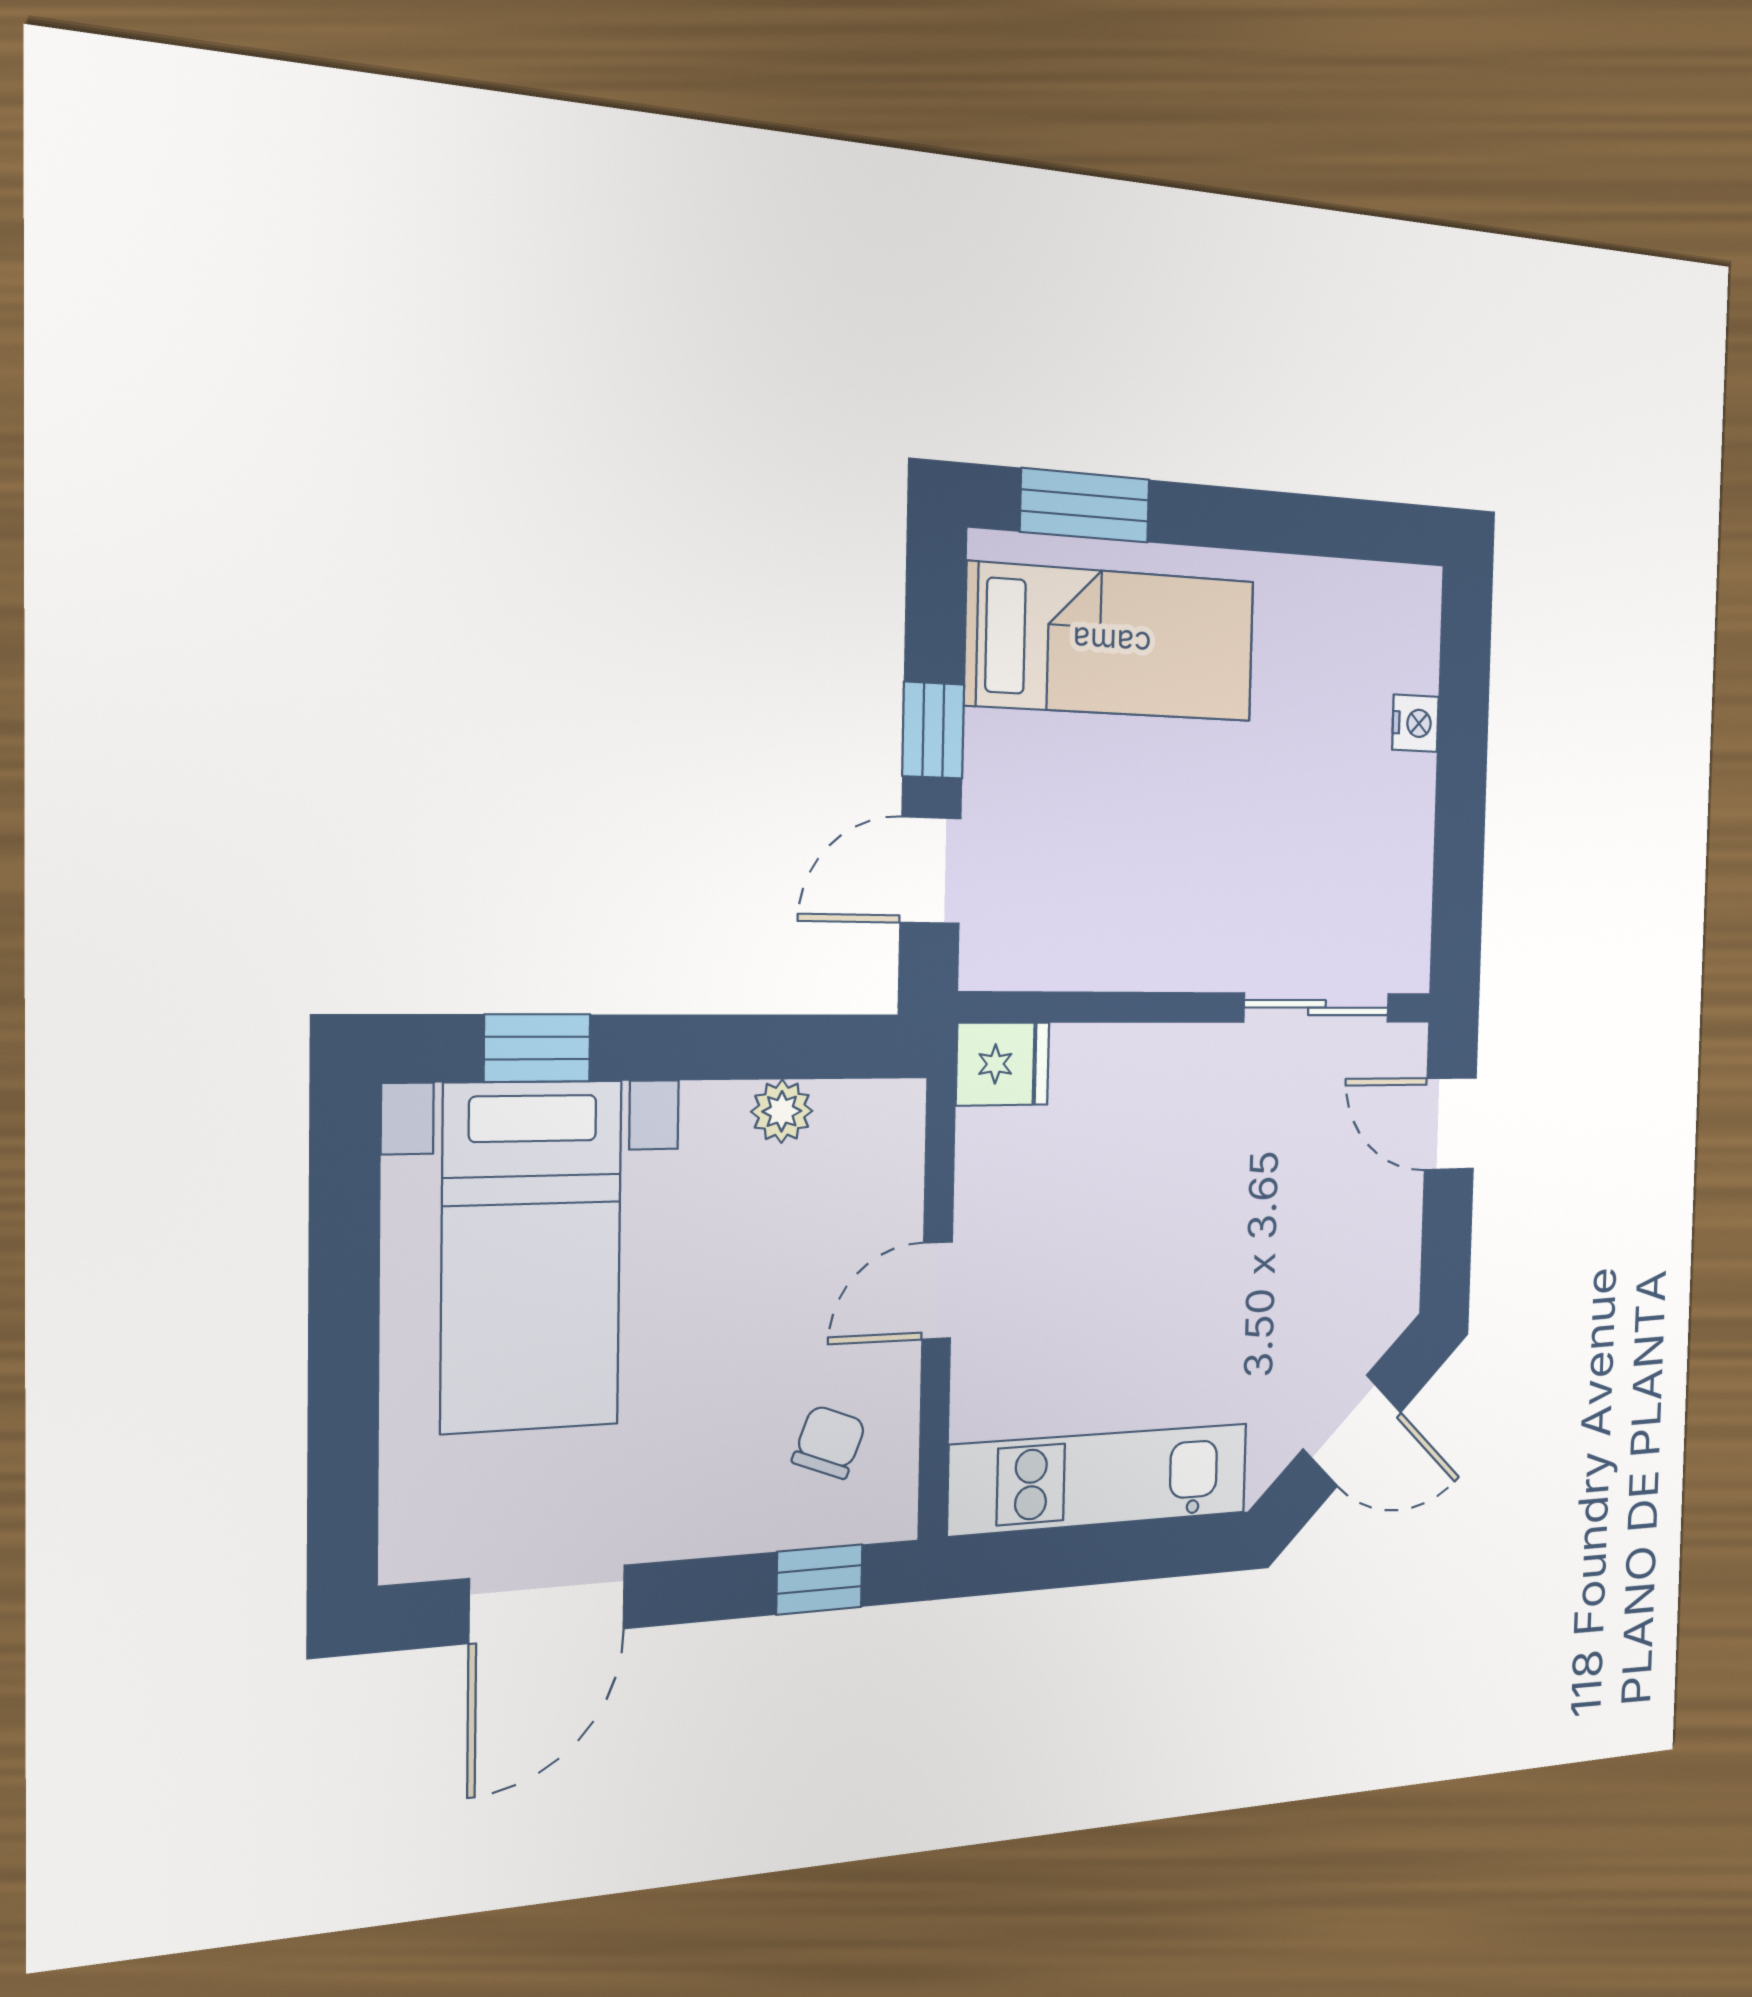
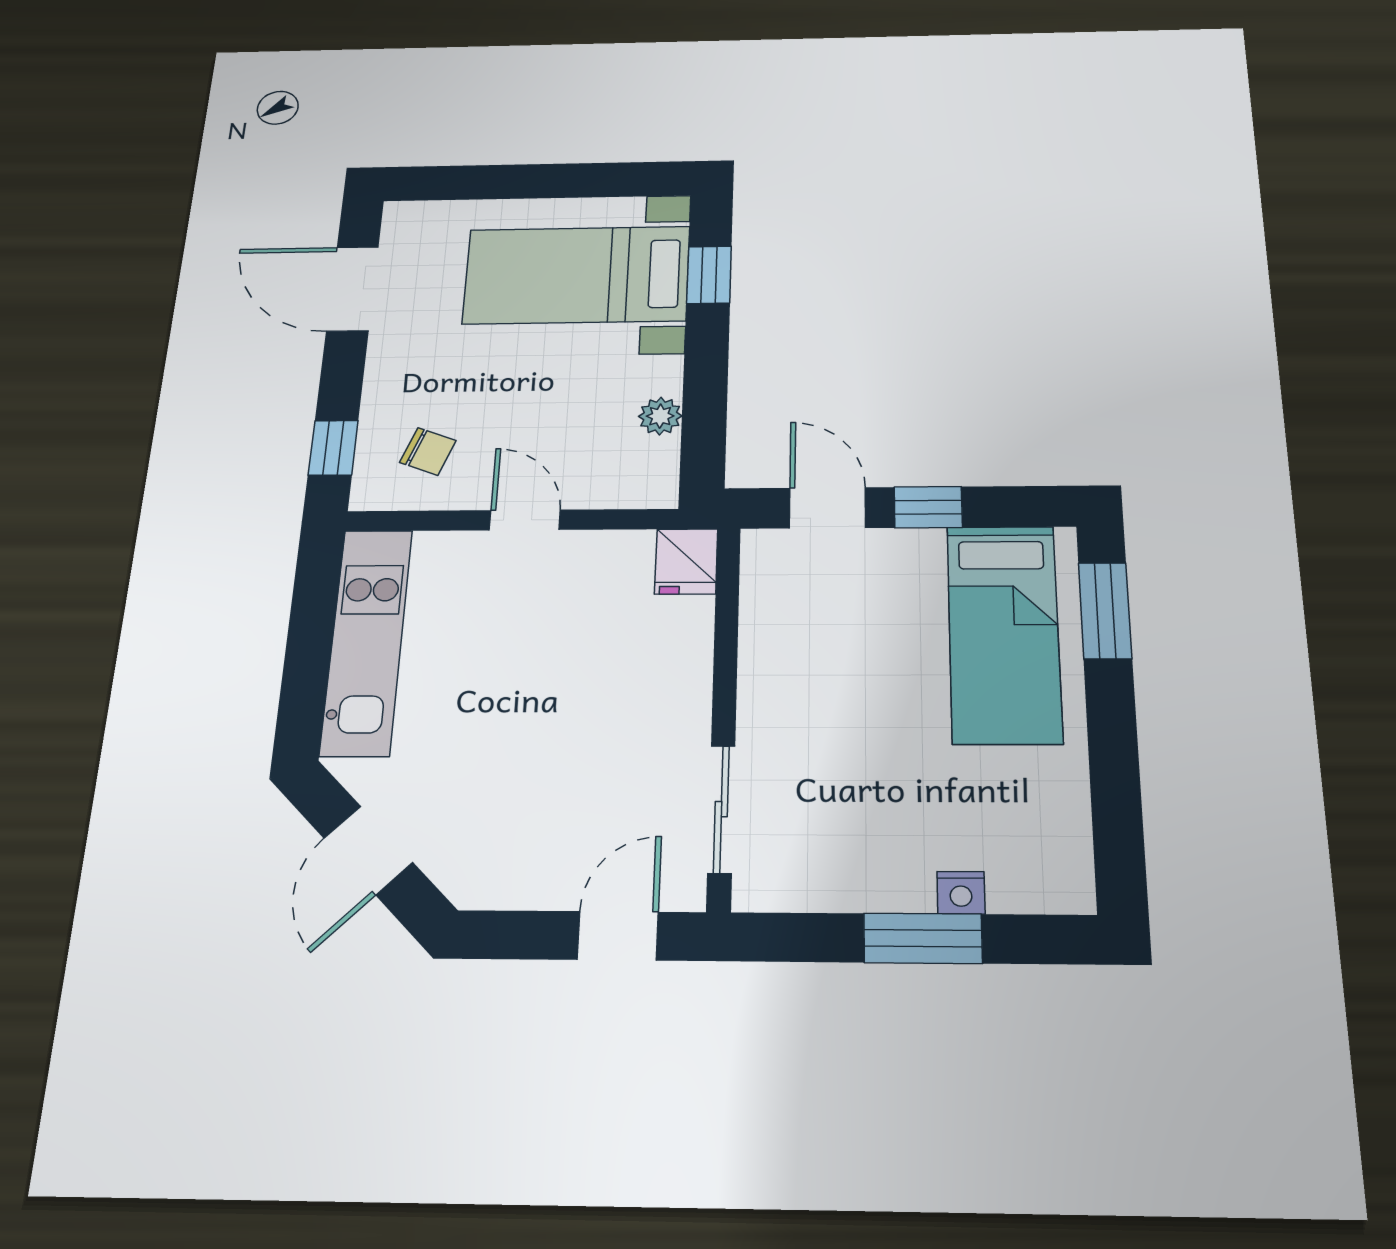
window: (1462, 771) -> (923, 938), added

